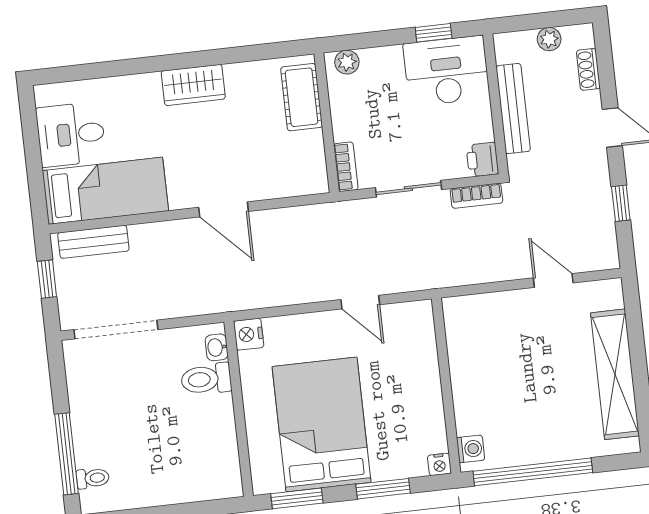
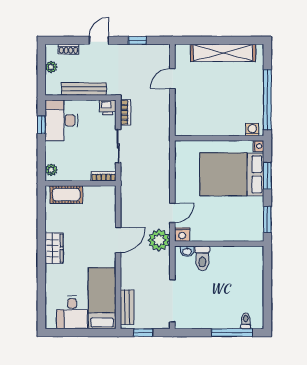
plant: (232, 290) -> (159, 240), added
door: (360, 302) -> (172, 213), moved
bed: (321, 424) -> (232, 174), moved

